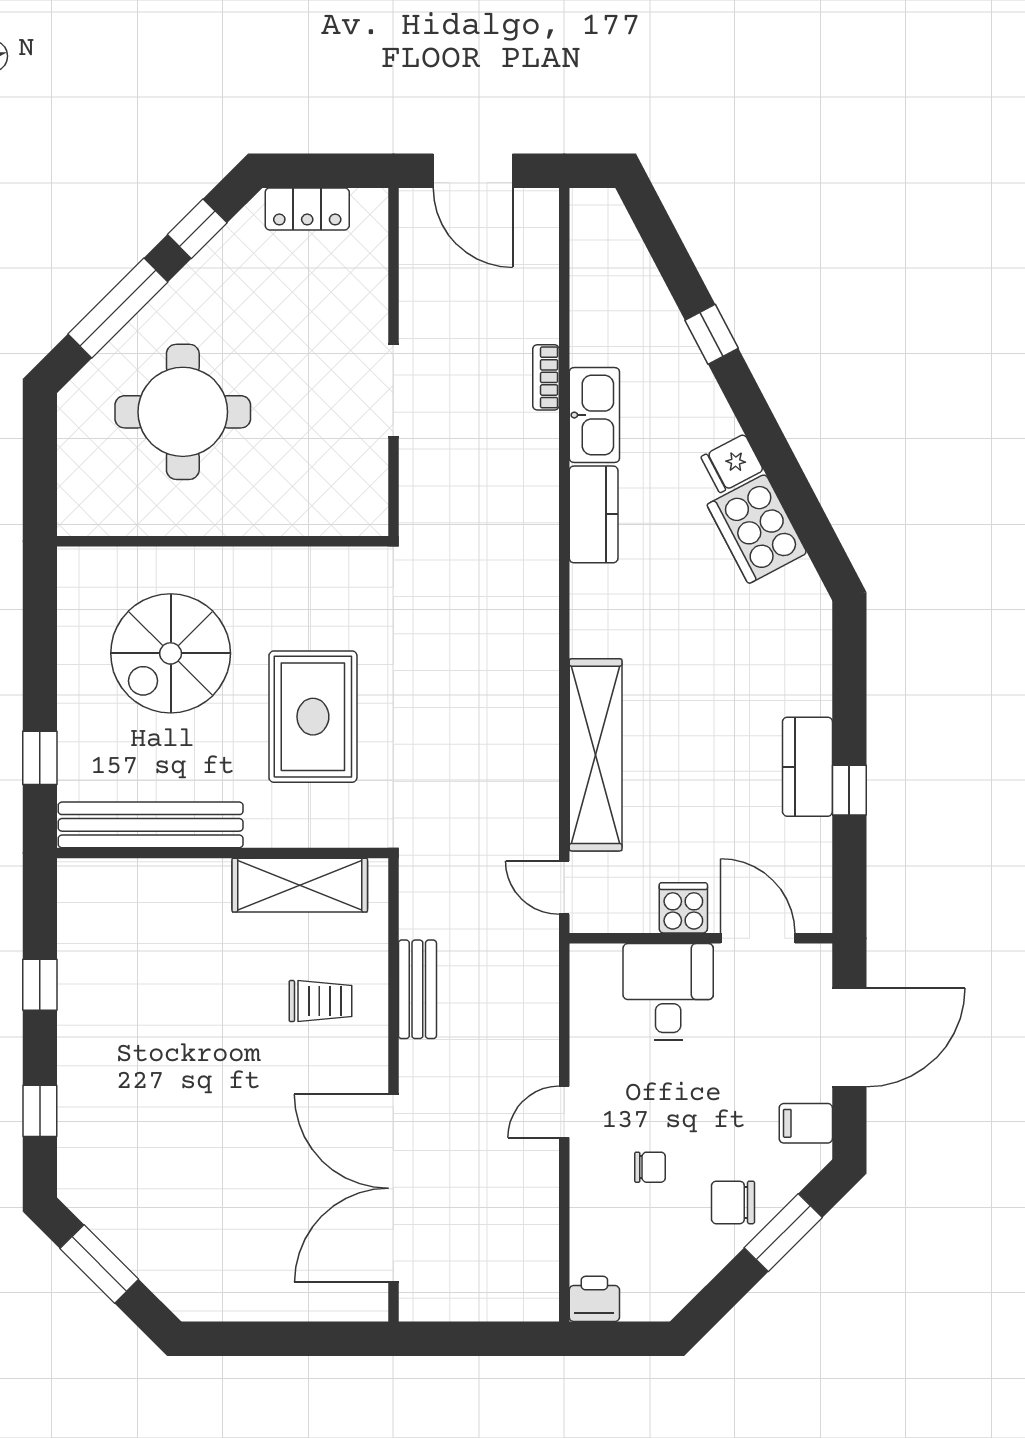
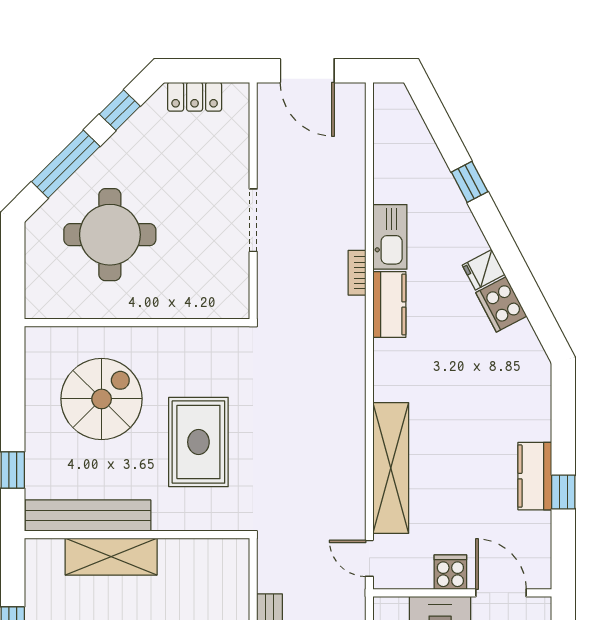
bookcase: (546, 377) -> (357, 273), moved
cooker: (757, 529) -> (501, 304), width x0.73, depth x0.76
spiral stairs: (171, 653) -> (102, 399), turned 180
shelving: (300, 885) -> (111, 557), moved

